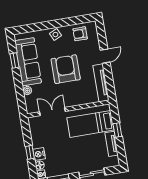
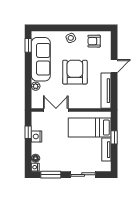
window: (14, 61) -> (28, 45), moved
window: (30, 152) -> (28, 132), moved
nightstand: (39, 154) -> (37, 136), moved

